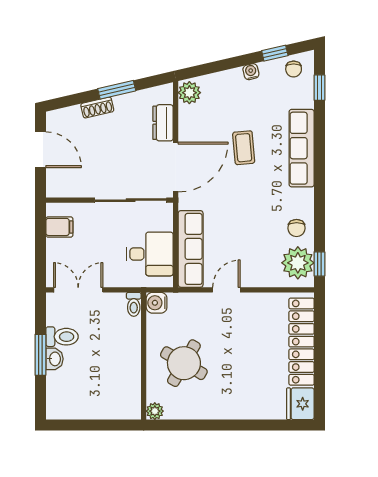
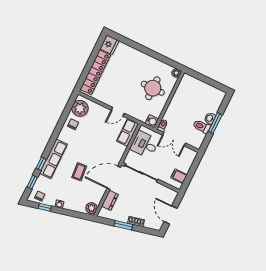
row of seats: (191, 249) -> (128, 132), width x0.68
window: (319, 264) -> (41, 164), moved
double door: (78, 290) -> (174, 139), moved
round table: (184, 363) -> (153, 88), turned -30

